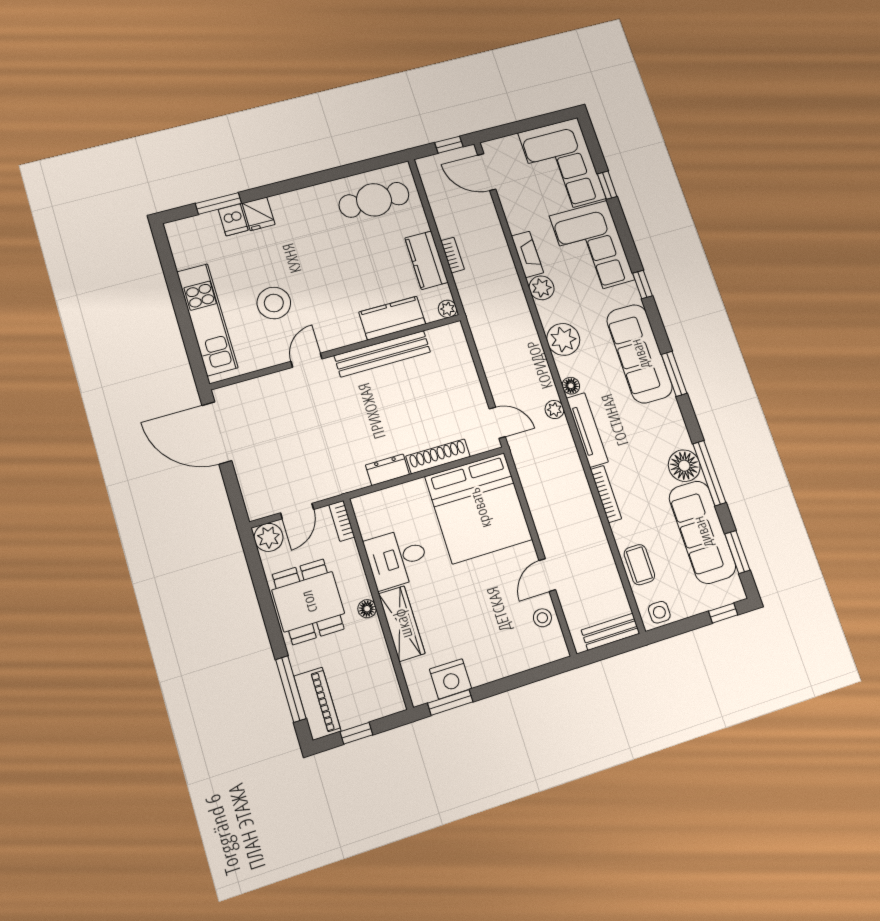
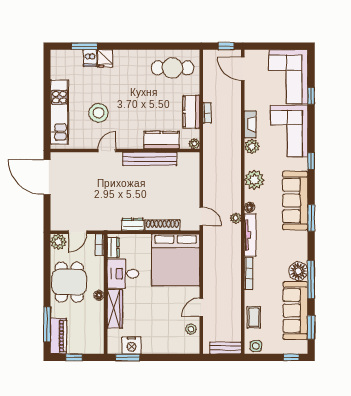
dresser: (366, 519) -> (113, 247), added

